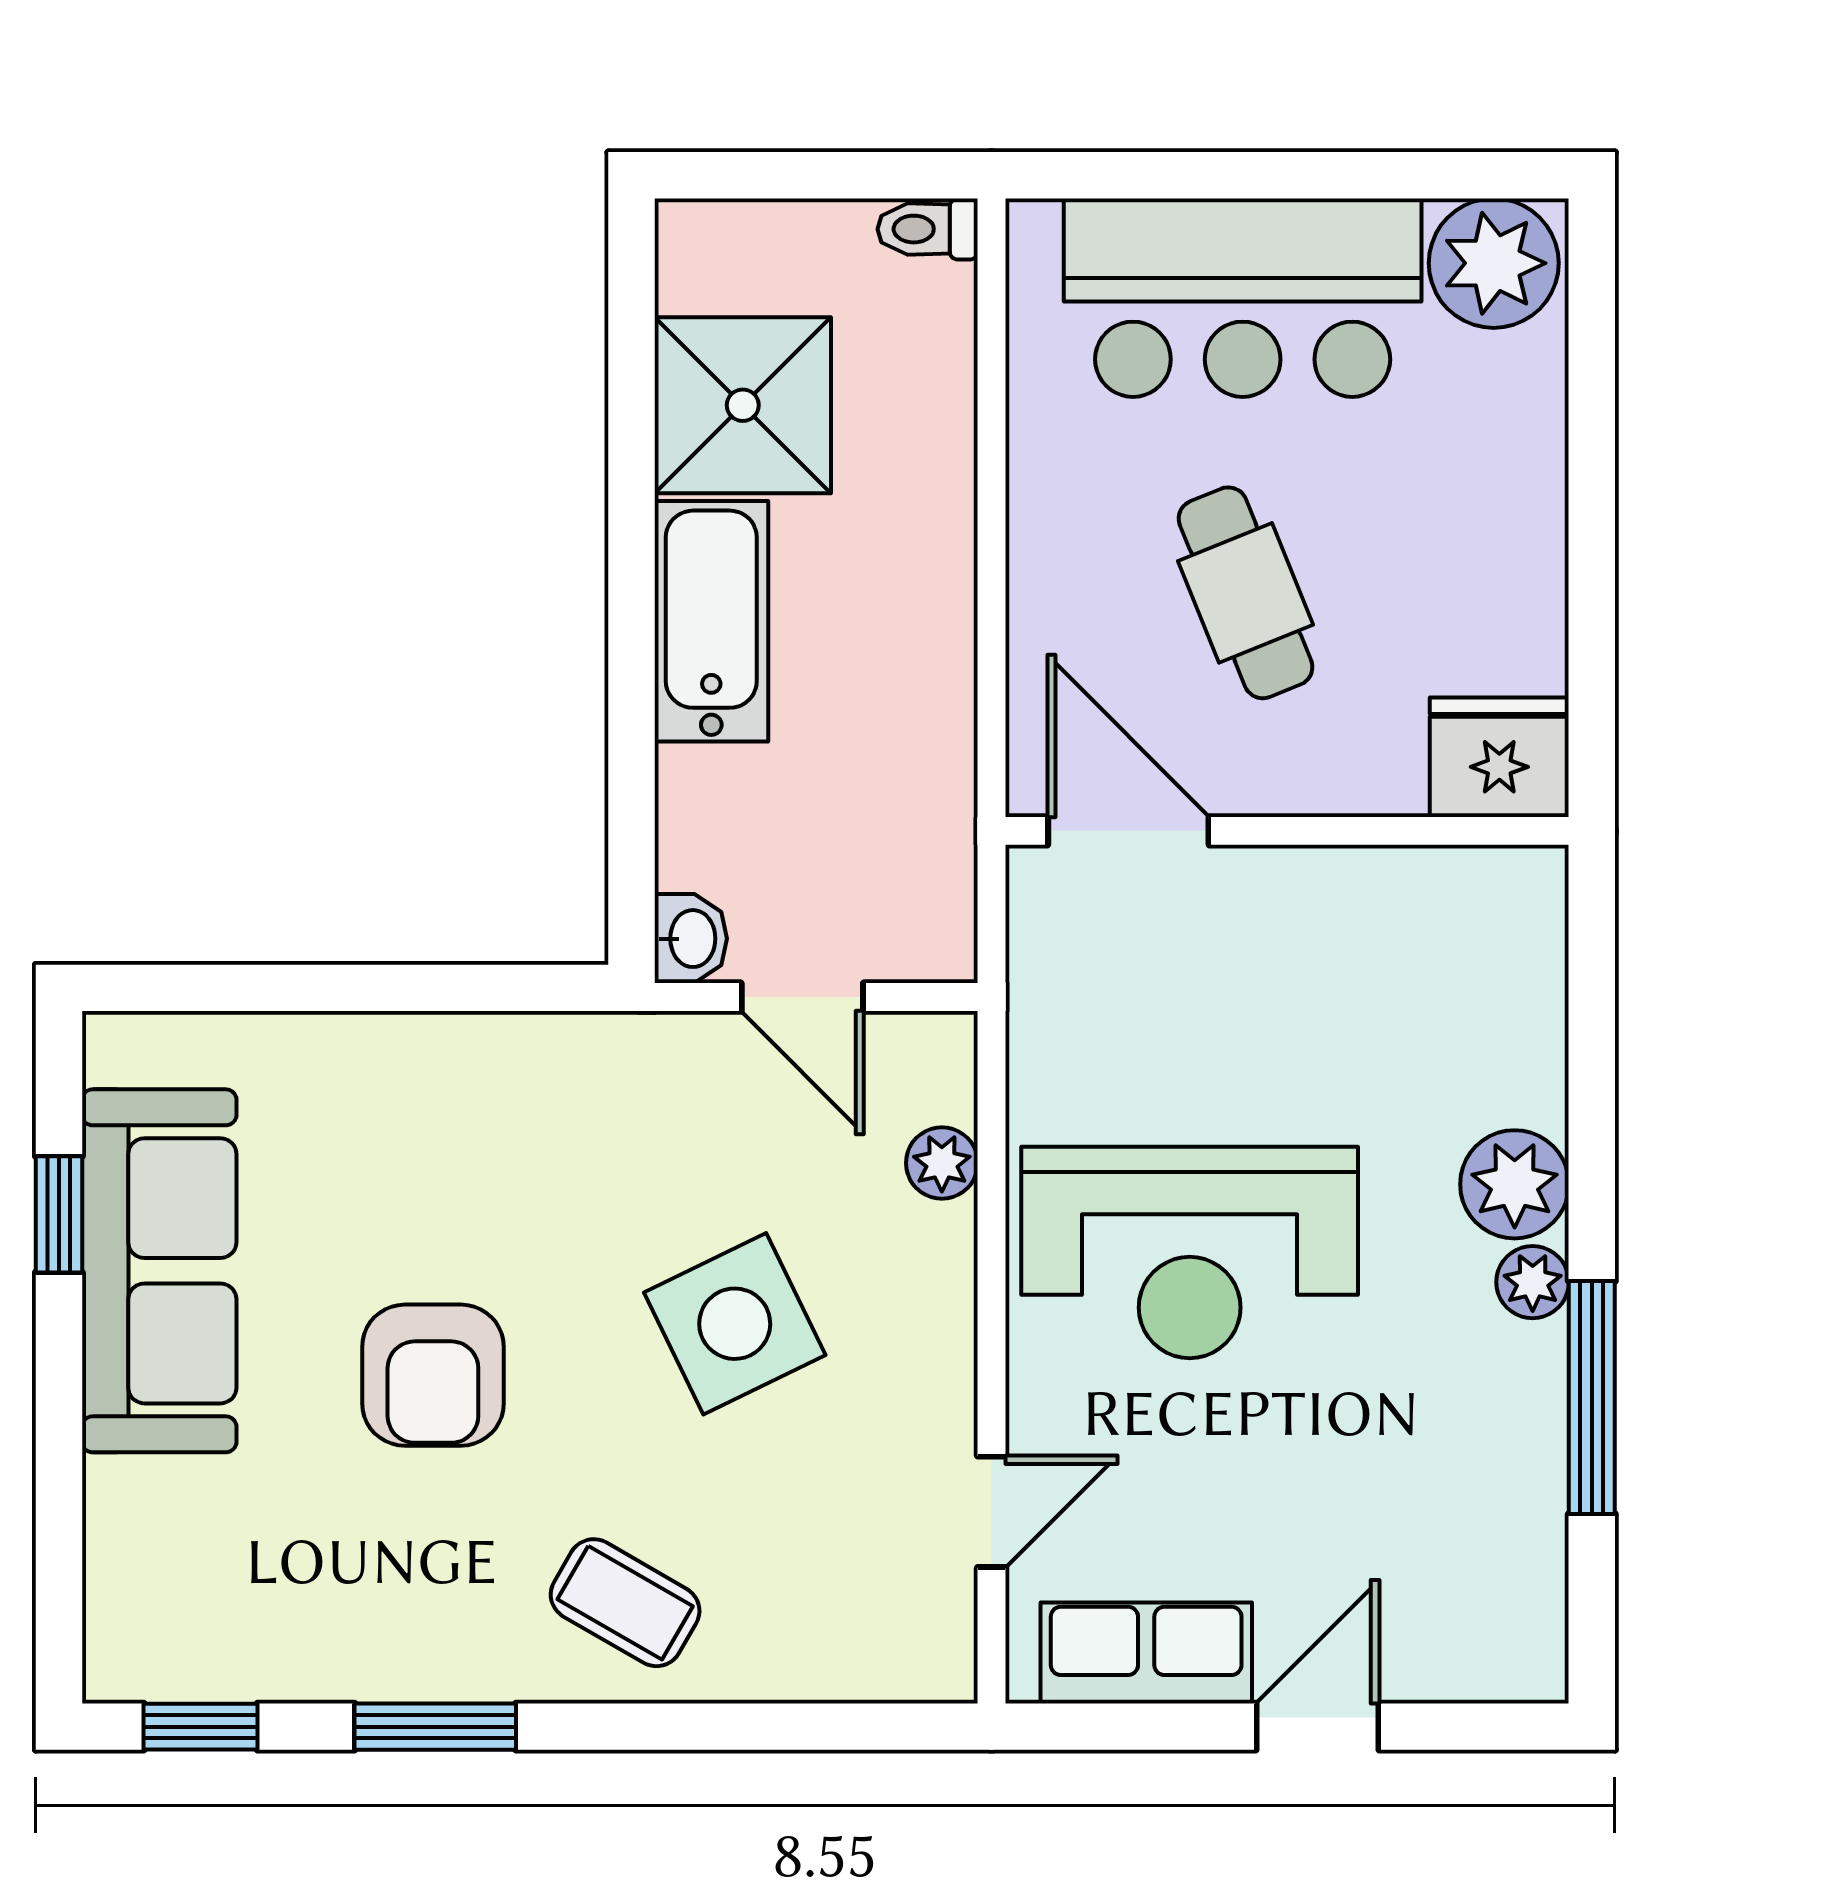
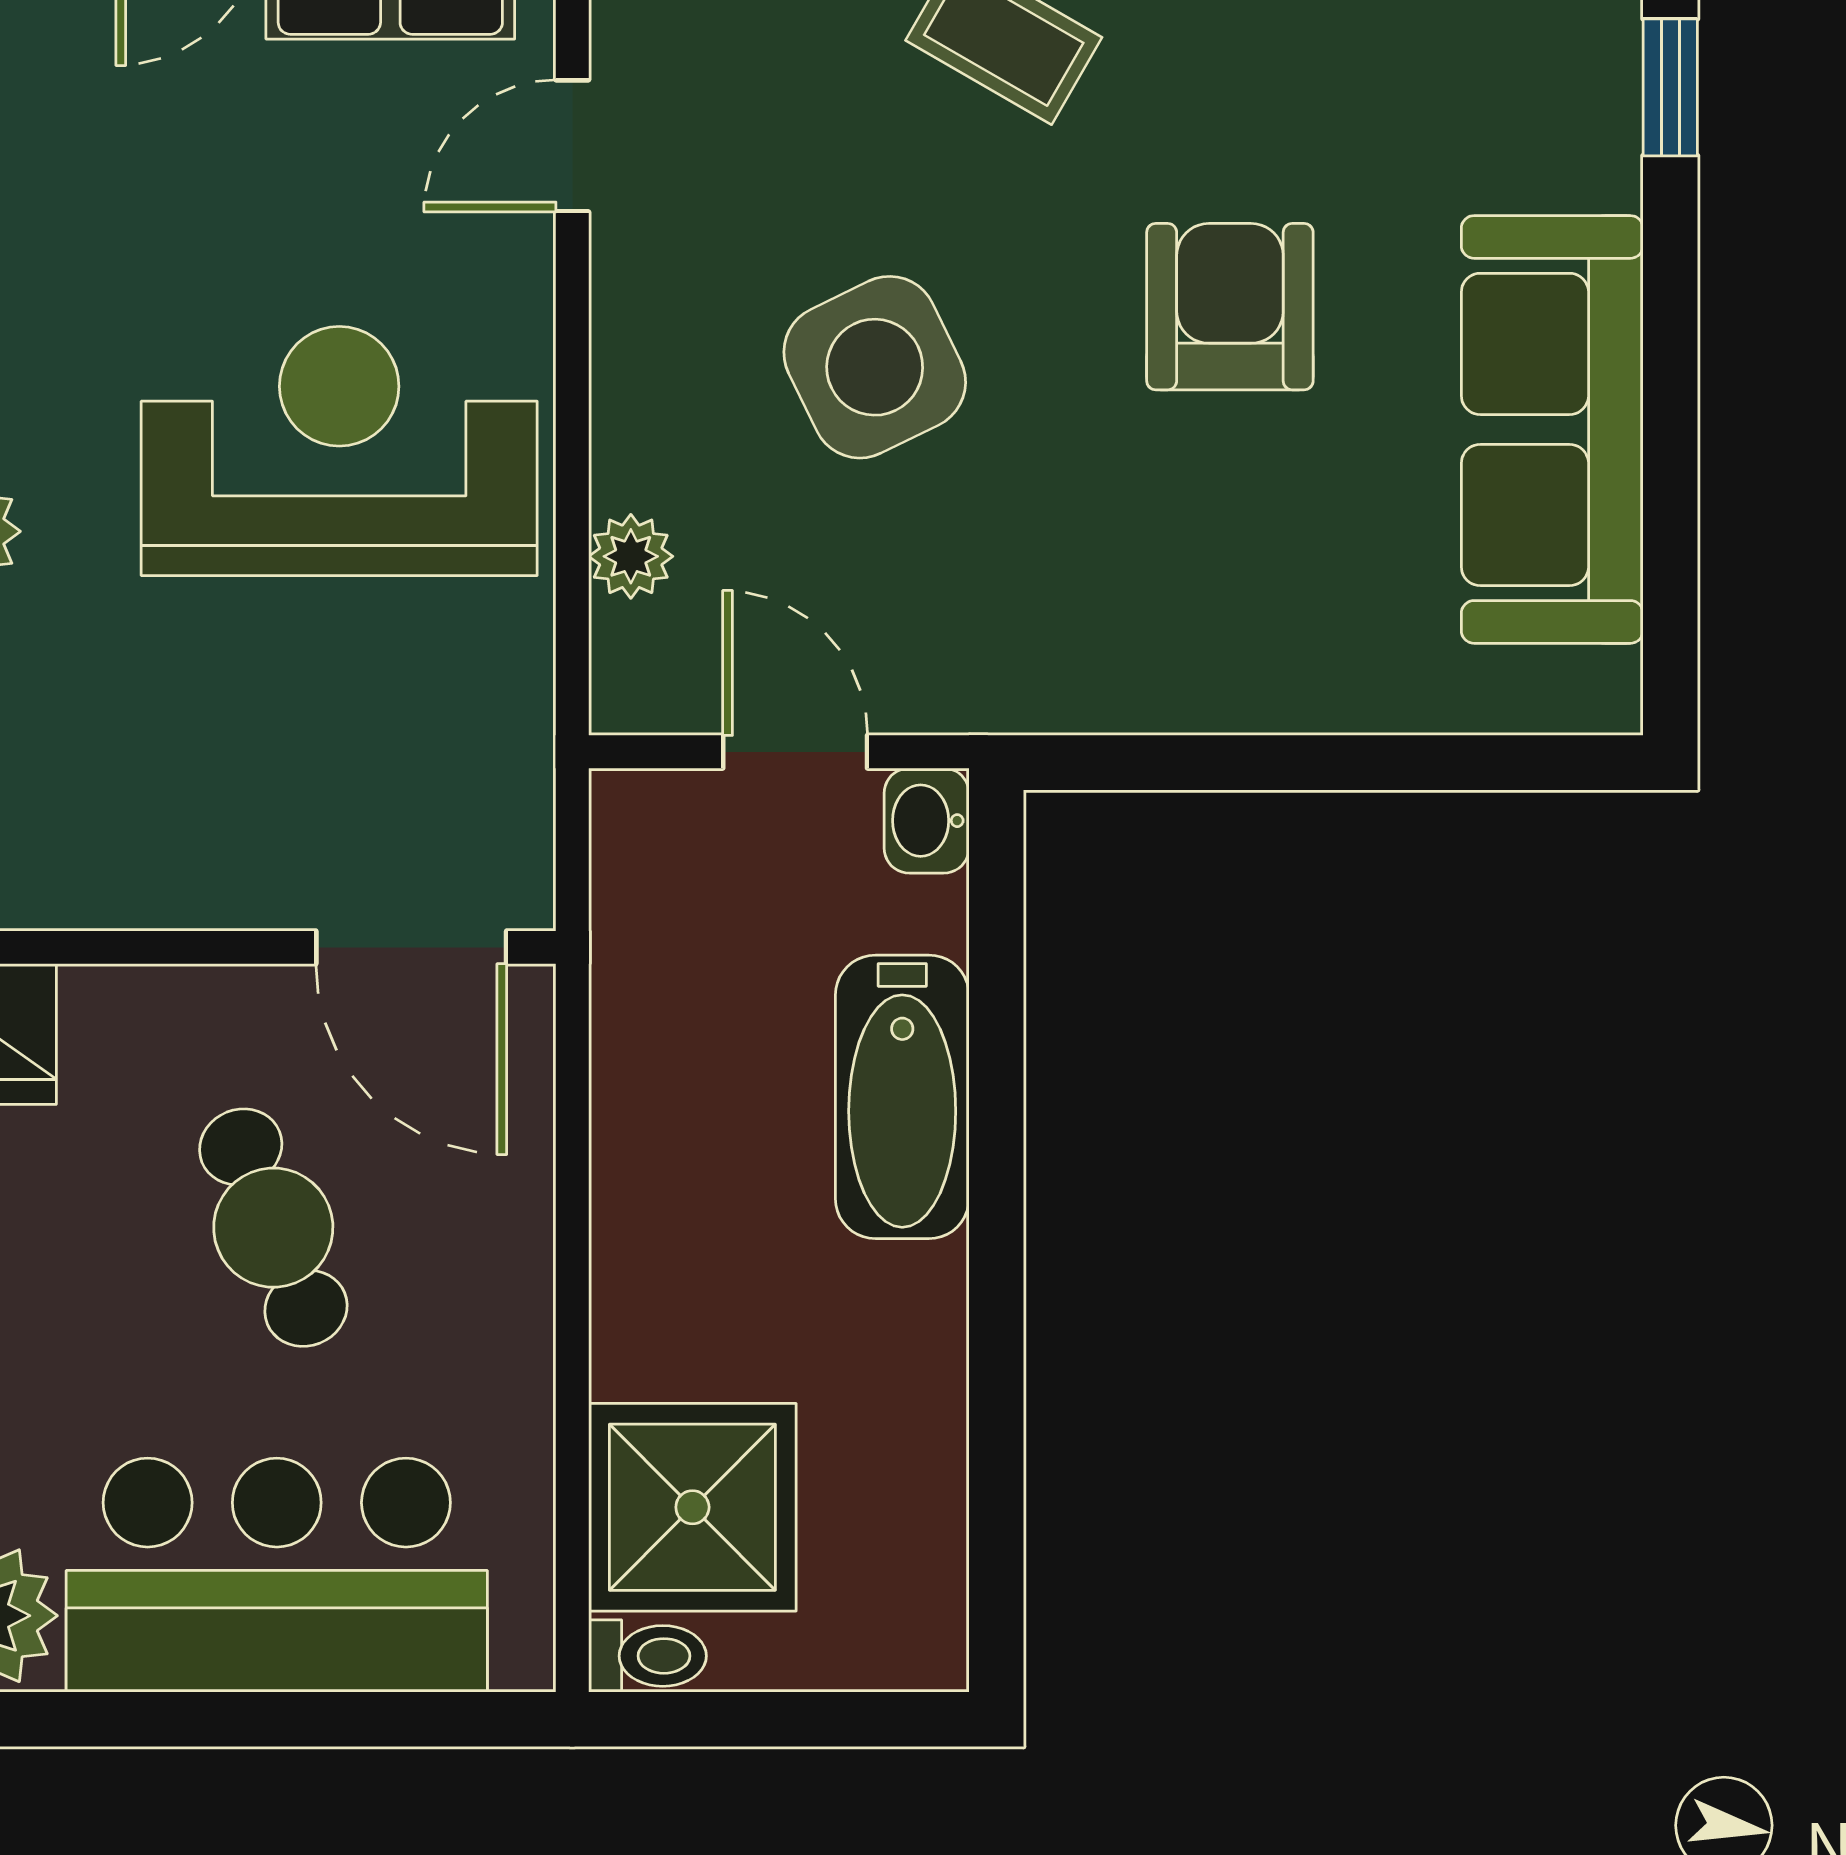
shower: (743, 405) -> (692, 1507), moved
bathtub: (711, 621) -> (902, 1097), moved
window: (59, 1214) -> (1670, 87), moved

